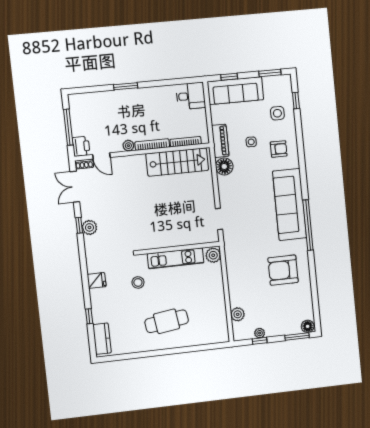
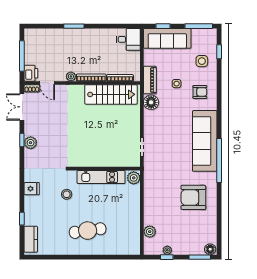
window: (270, 73) -> (199, 26), width x1.44

